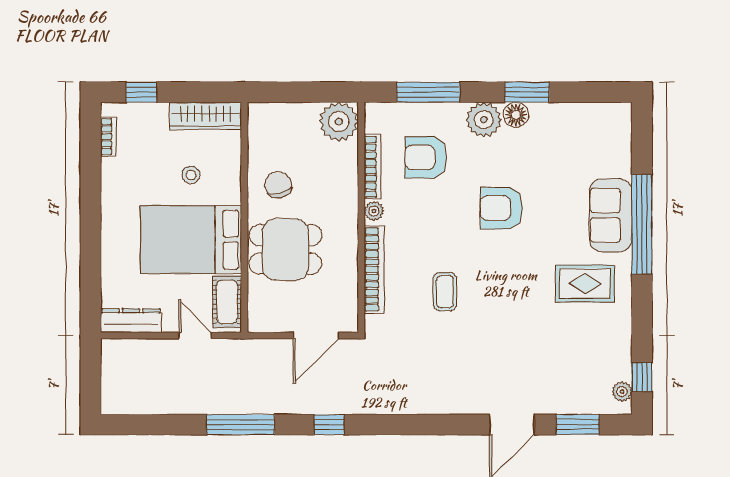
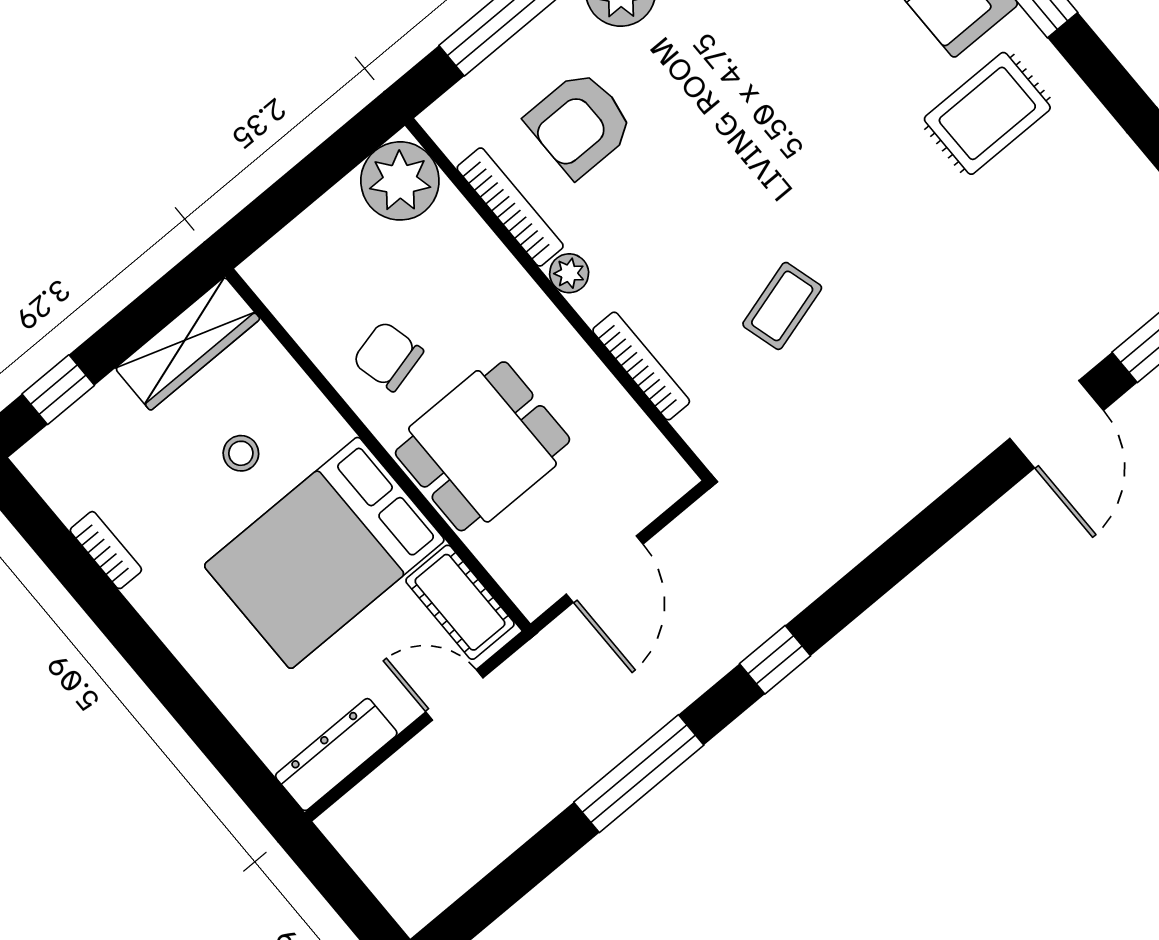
bookcase: (108, 137) -> (106, 550), moved
armchair: (501, 208) -> (762, 105), removed
bookcase: (374, 269) -> (641, 366), width x0.68, depth x0.76
coffee table: (445, 292) -> (782, 306), turned 74
door: (316, 335) -> (605, 569), moved

